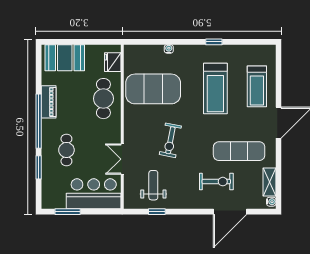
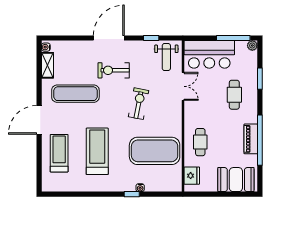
window: (214, 42) -> (132, 194), moved
cafe table: (103, 99) -> (200, 142), width x0.73, depth x0.74
window: (39, 121) -> (260, 140), moved
exercise bike: (216, 182) -> (114, 70), moved
weight bench: (153, 185) -> (166, 57), moved
plant: (47, 203) -> (252, 45), added
window: (68, 212) -> (233, 38), width x1.44
door: (230, 212) -> (109, 38), moved

